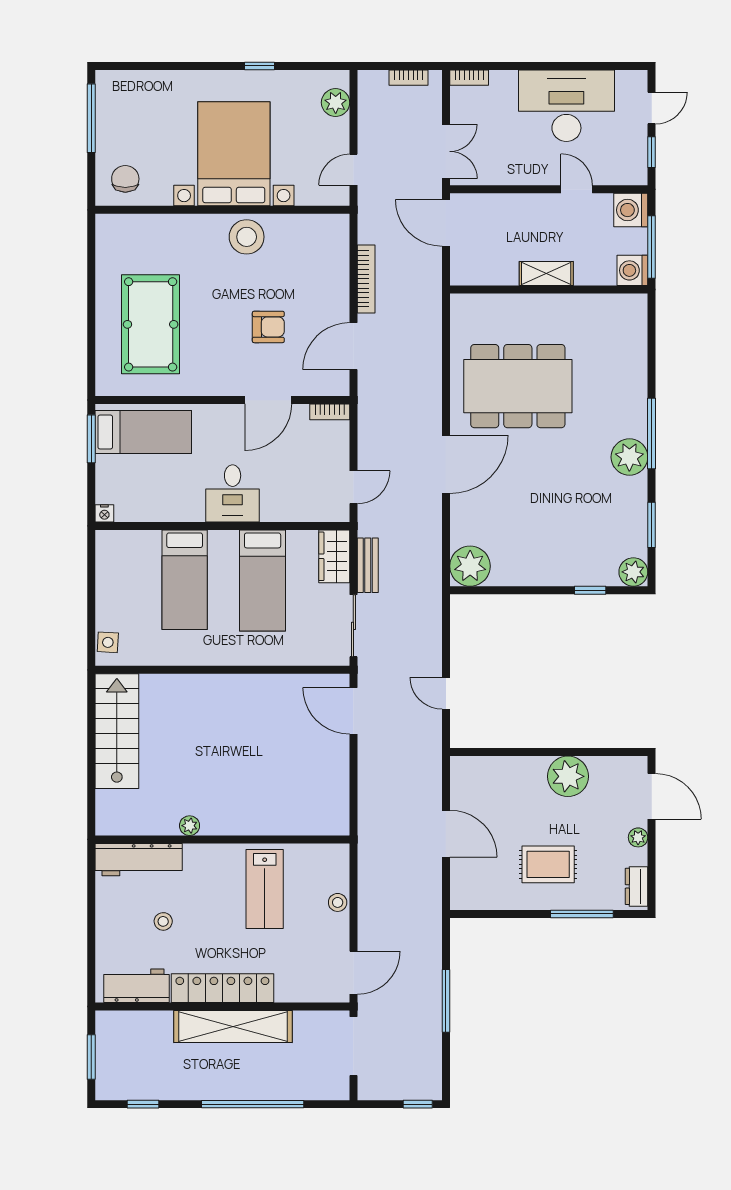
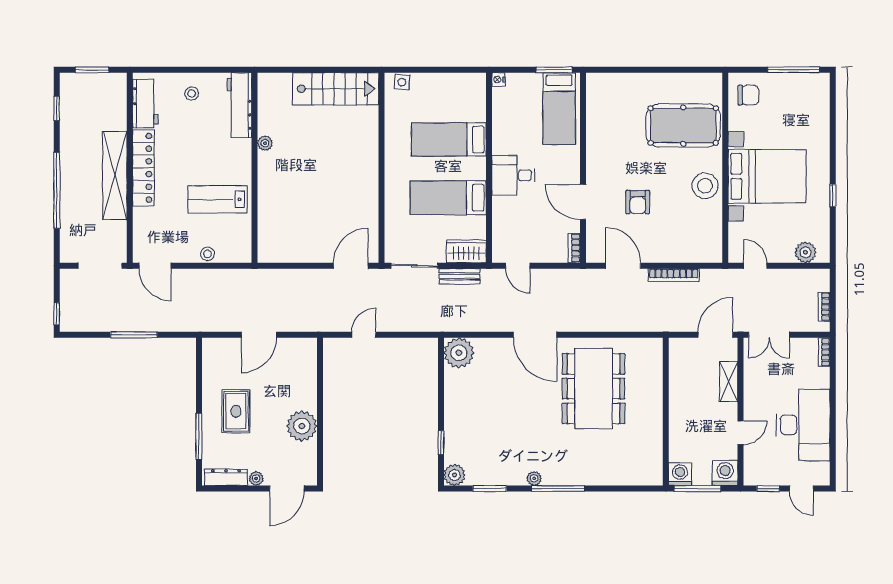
shelving: (546, 274) -> (729, 382), moved
pool table: (151, 324) -> (683, 126), moved
plant: (629, 457) -> (534, 478), width x0.53, depth x0.53
dresser: (637, 886) -> (226, 477), width x1.44
stool: (163, 921) -> (192, 94), moved

